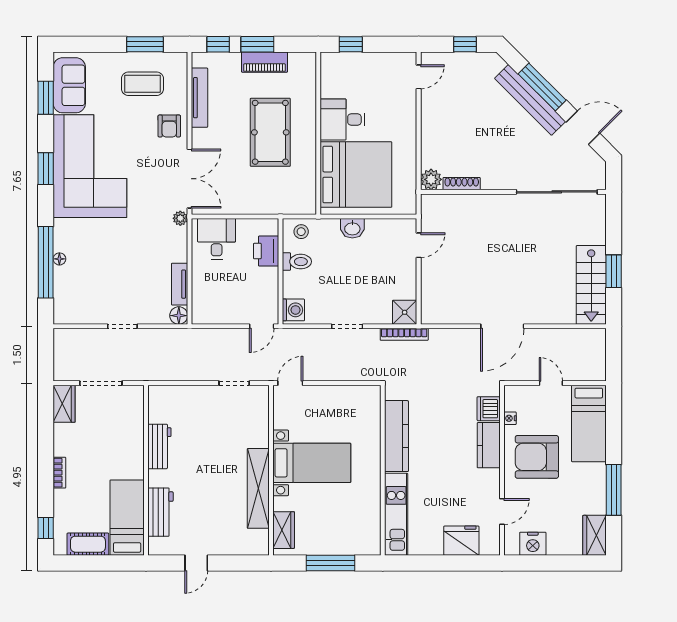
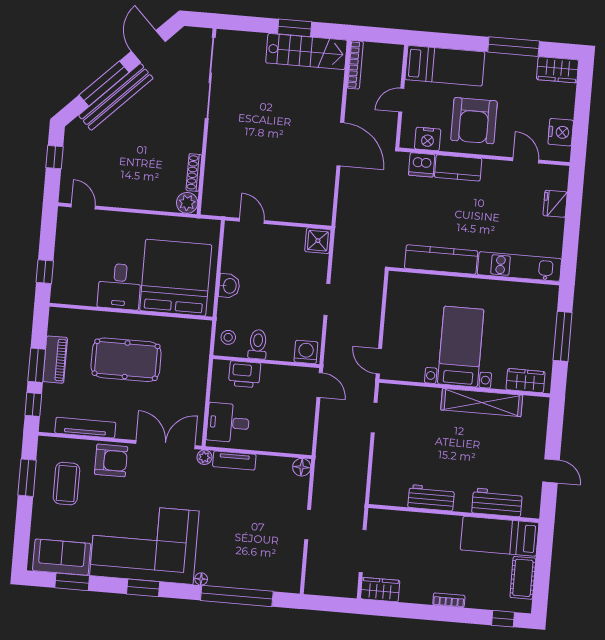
armchair: (169, 126) -> (111, 460), width x1.38, depth x1.38
floor lamp: (59, 259) -> (201, 579), moved
tv unit: (180, 284) -> (234, 461), moved
bookcase: (404, 334) -> (355, 65), moved
nightstand: (510, 418) -> (428, 139), width x1.89, depth x1.79
fridge: (461, 541) -> (555, 204), width x0.73, depth x0.75

